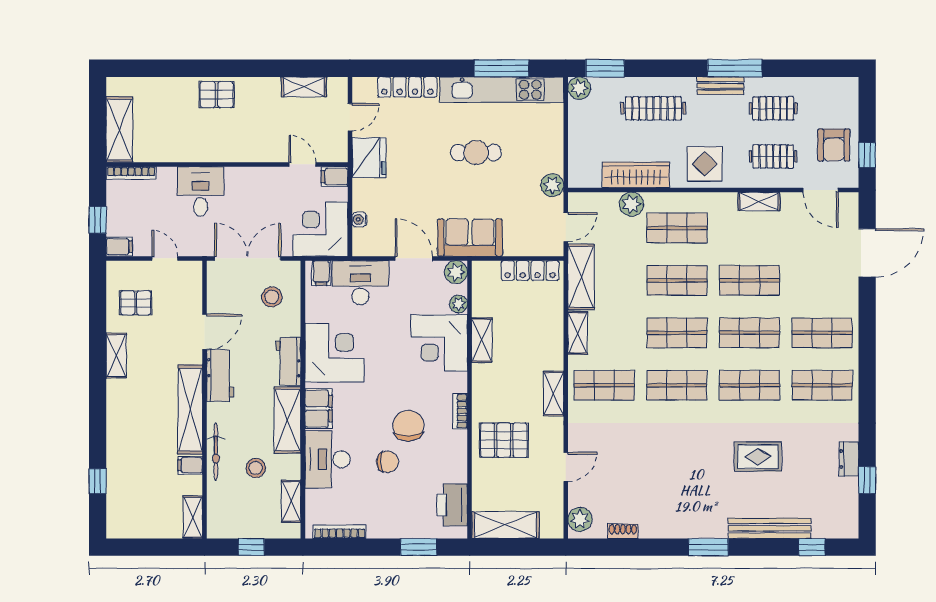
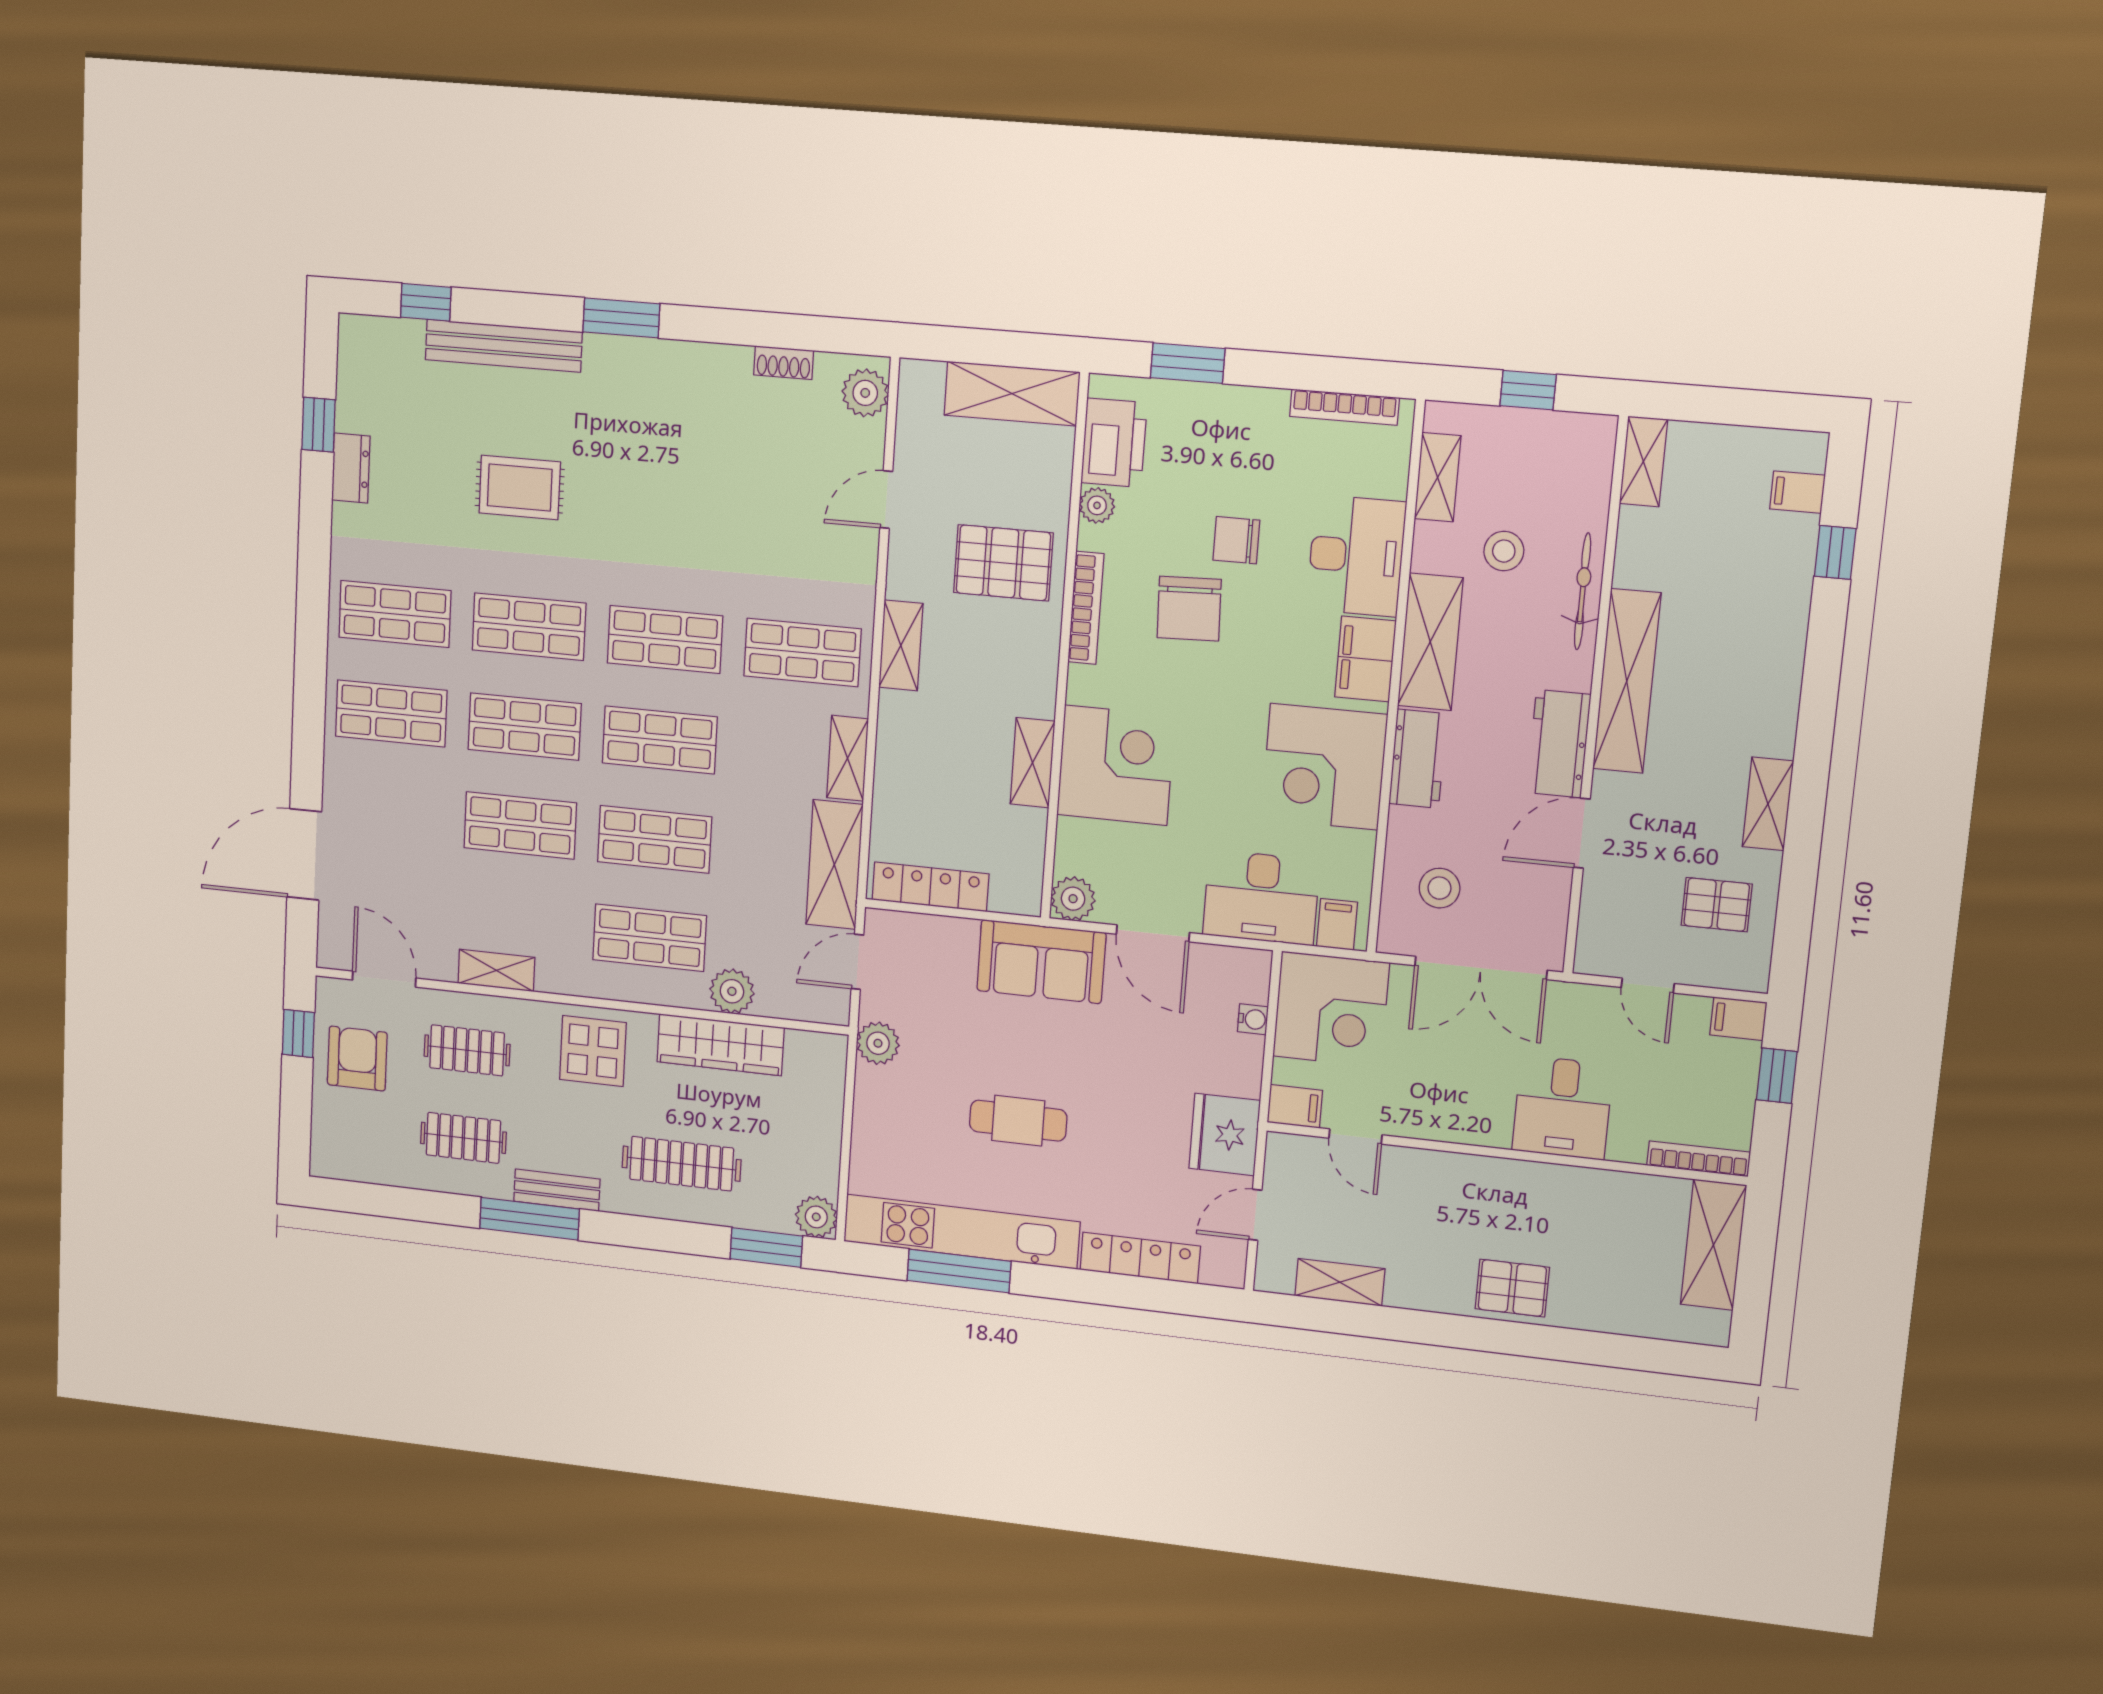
plant: (458, 304) -> (1097, 505), moved
bookcase: (460, 411) -> (1086, 608), width x1.56
filing cabinet: (190, 465) -> (1797, 492), moved, turned 180

